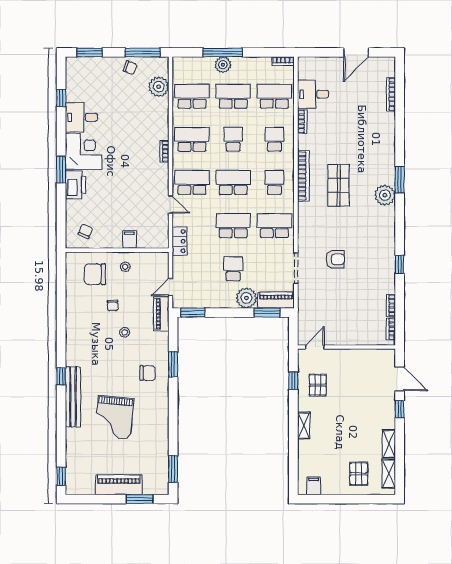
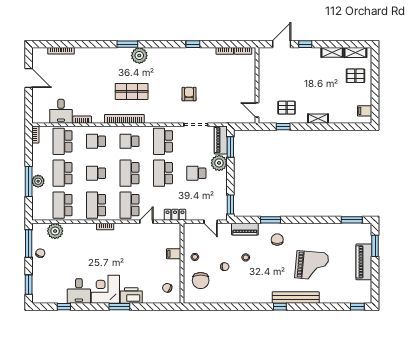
piano: (161, 314) -> (245, 229), moved

